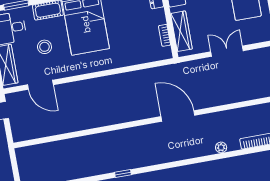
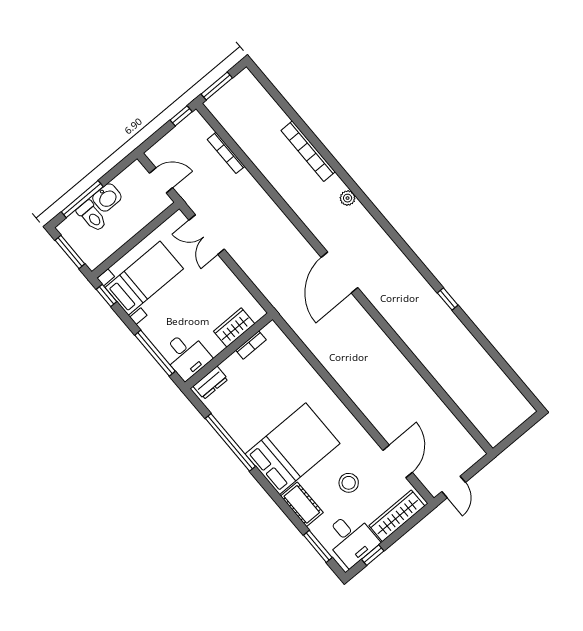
wardrobe: (181, 31) -> (234, 327), width x0.67
double door: (227, 51) -> (207, 235), moved

